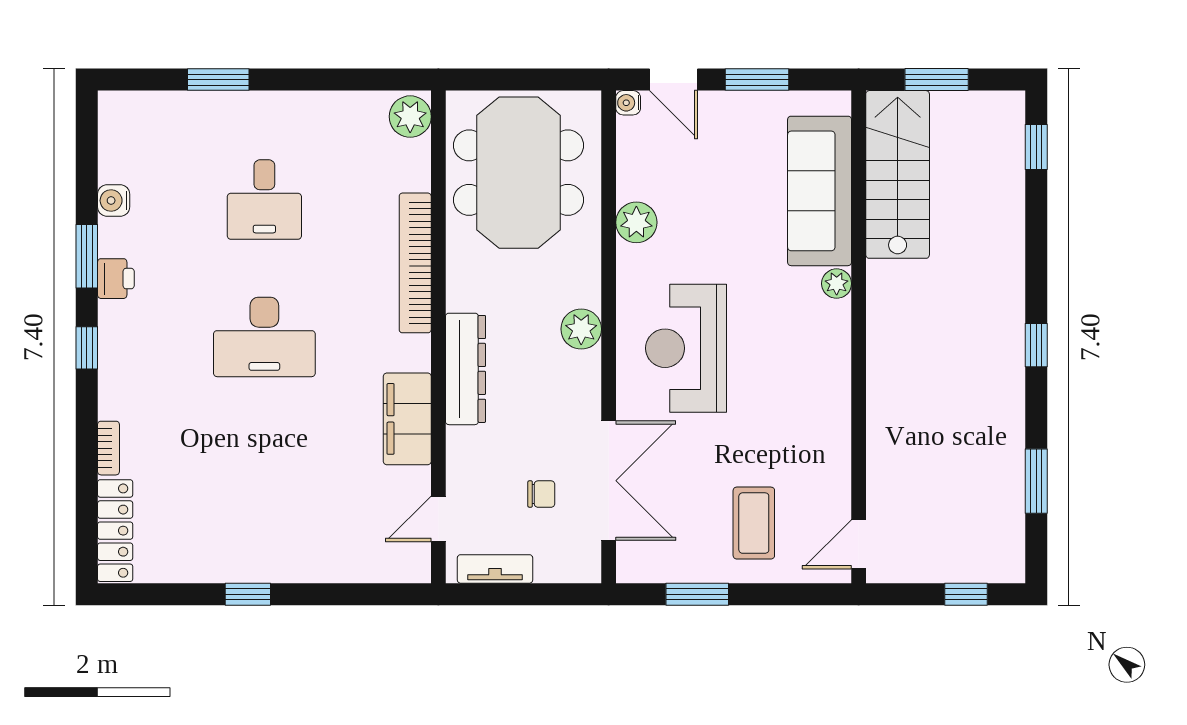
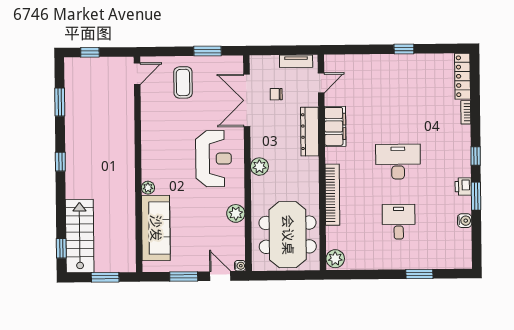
stairs: (898, 174) -> (80, 236), moved, turned 180
dresser: (465, 369) -> (310, 132), moved

